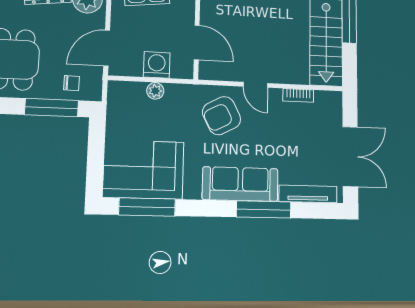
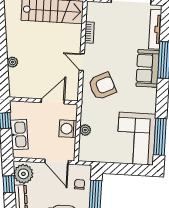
door: (255, 85) -> (82, 62), swing flipped
armchair: (221, 116) -> (102, 86), turned -89
sofa: (240, 184) -> (148, 68), width x0.73

